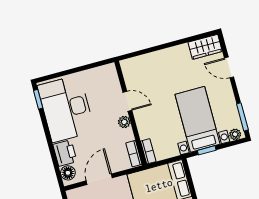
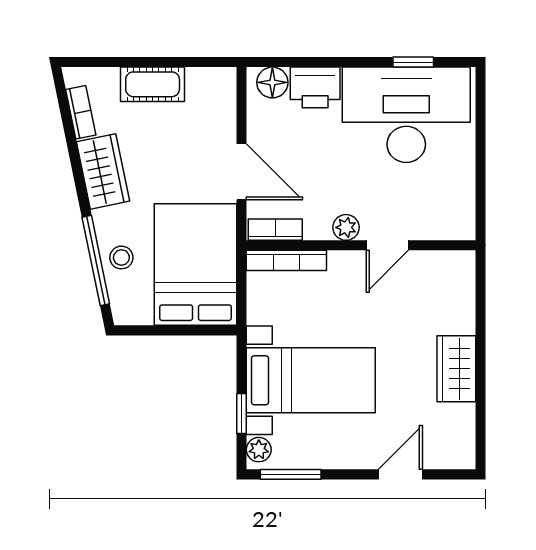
wardrobe: (205, 47) -> (456, 369), moved
window: (38, 99) -> (413, 62), moved
window: (207, 150) -> (242, 414), moved
bookcase: (148, 151) -> (286, 260), width x1.56
door: (99, 179) -> (242, 172), moved

